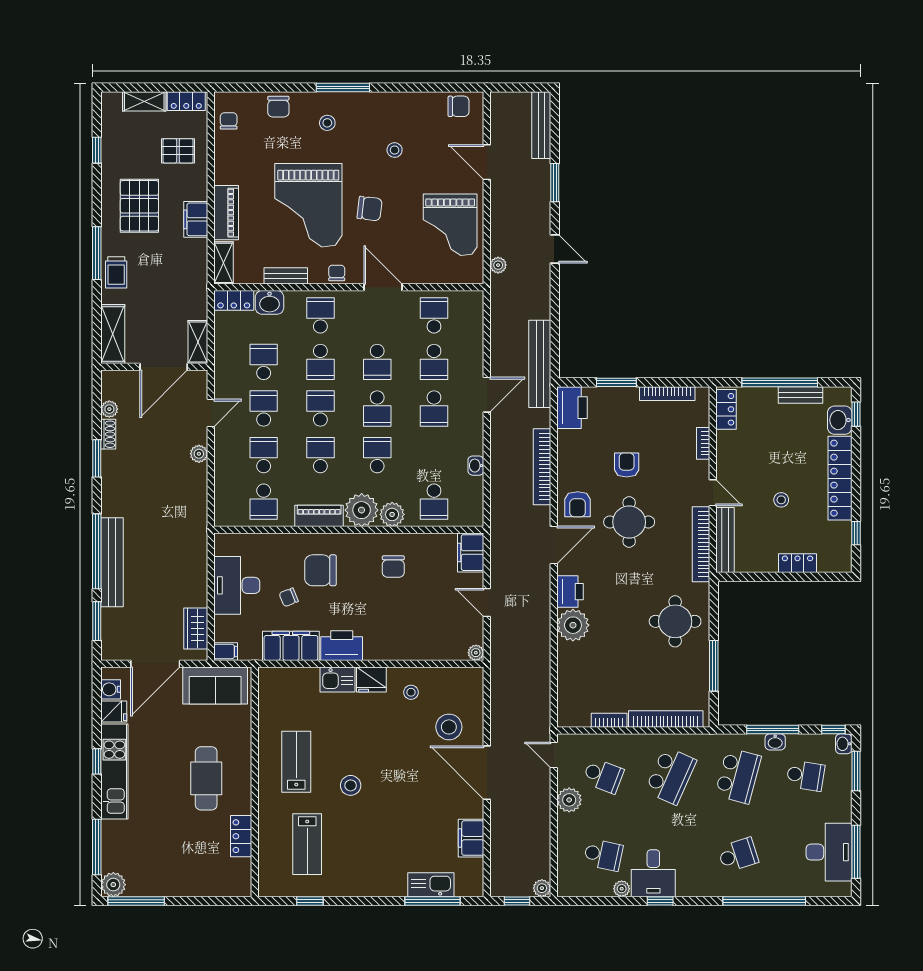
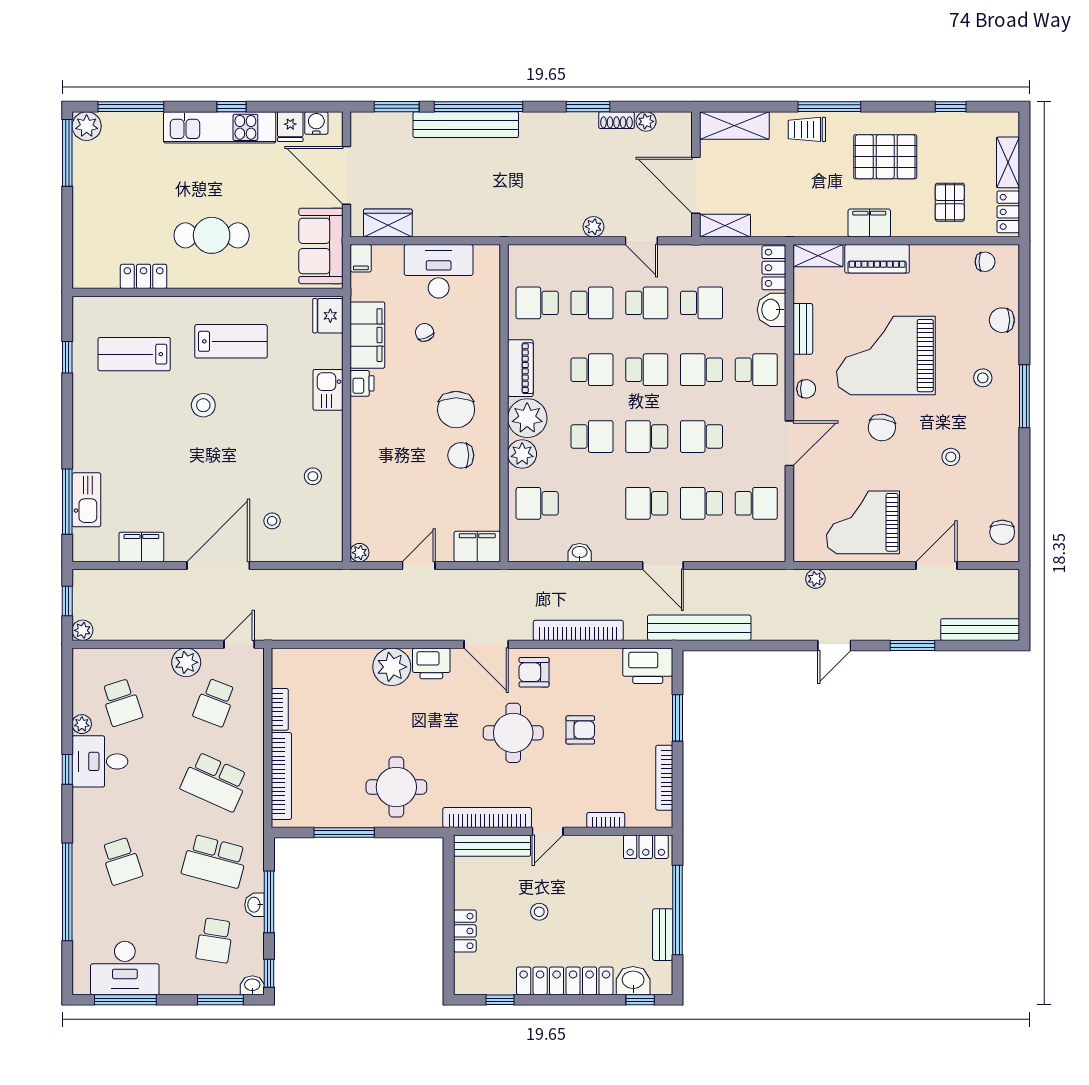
chair: (320, 570) -> (456, 410), moved, turned 180
printer: (342, 646) -> (362, 383), width x0.53, depth x0.68
fridge: (371, 679) -> (328, 316), moved
stool: (449, 727) -> (272, 521), width x0.53, depth x0.53
school desk: (603, 855) -> (122, 702), turned -30

